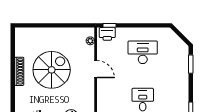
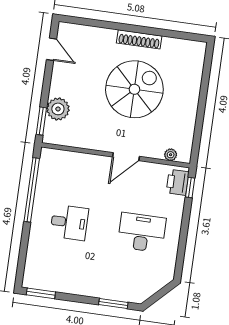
desk: (143, 52) -> (142, 233), turned -90
spiral stairs: (52, 70) -> (134, 89), turned -90

